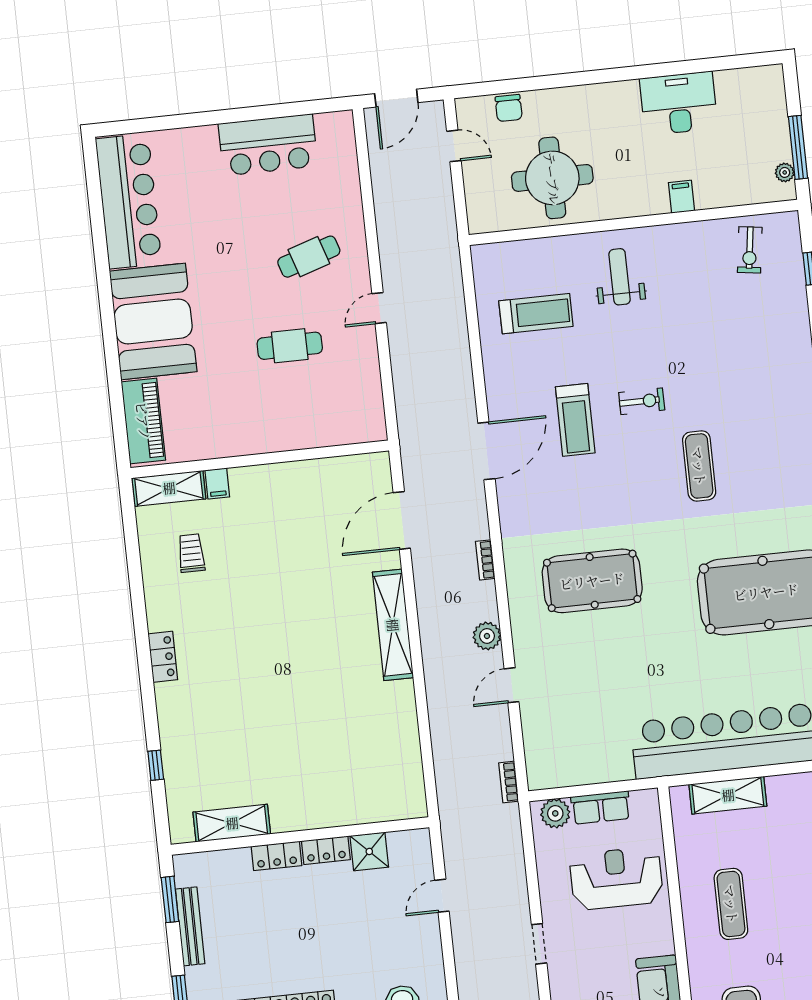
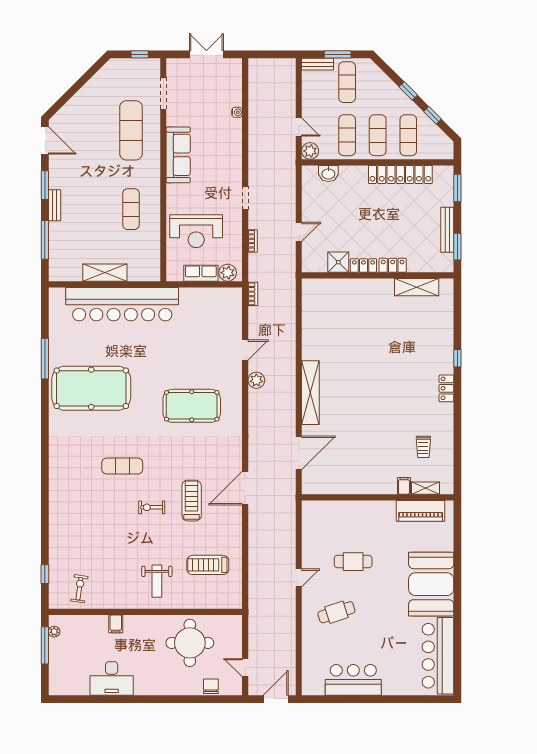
piano: (143, 421) -> (421, 511), moved, turned -90
exercise mat: (699, 466) -> (122, 466), turned 90
shelving: (169, 488) -> (425, 488), width x0.67, depth x0.75
bookcase: (485, 560) -> (253, 241), moved
window: (156, 765) -> (457, 358), moved
shelving: (728, 795) -> (105, 273), moved

